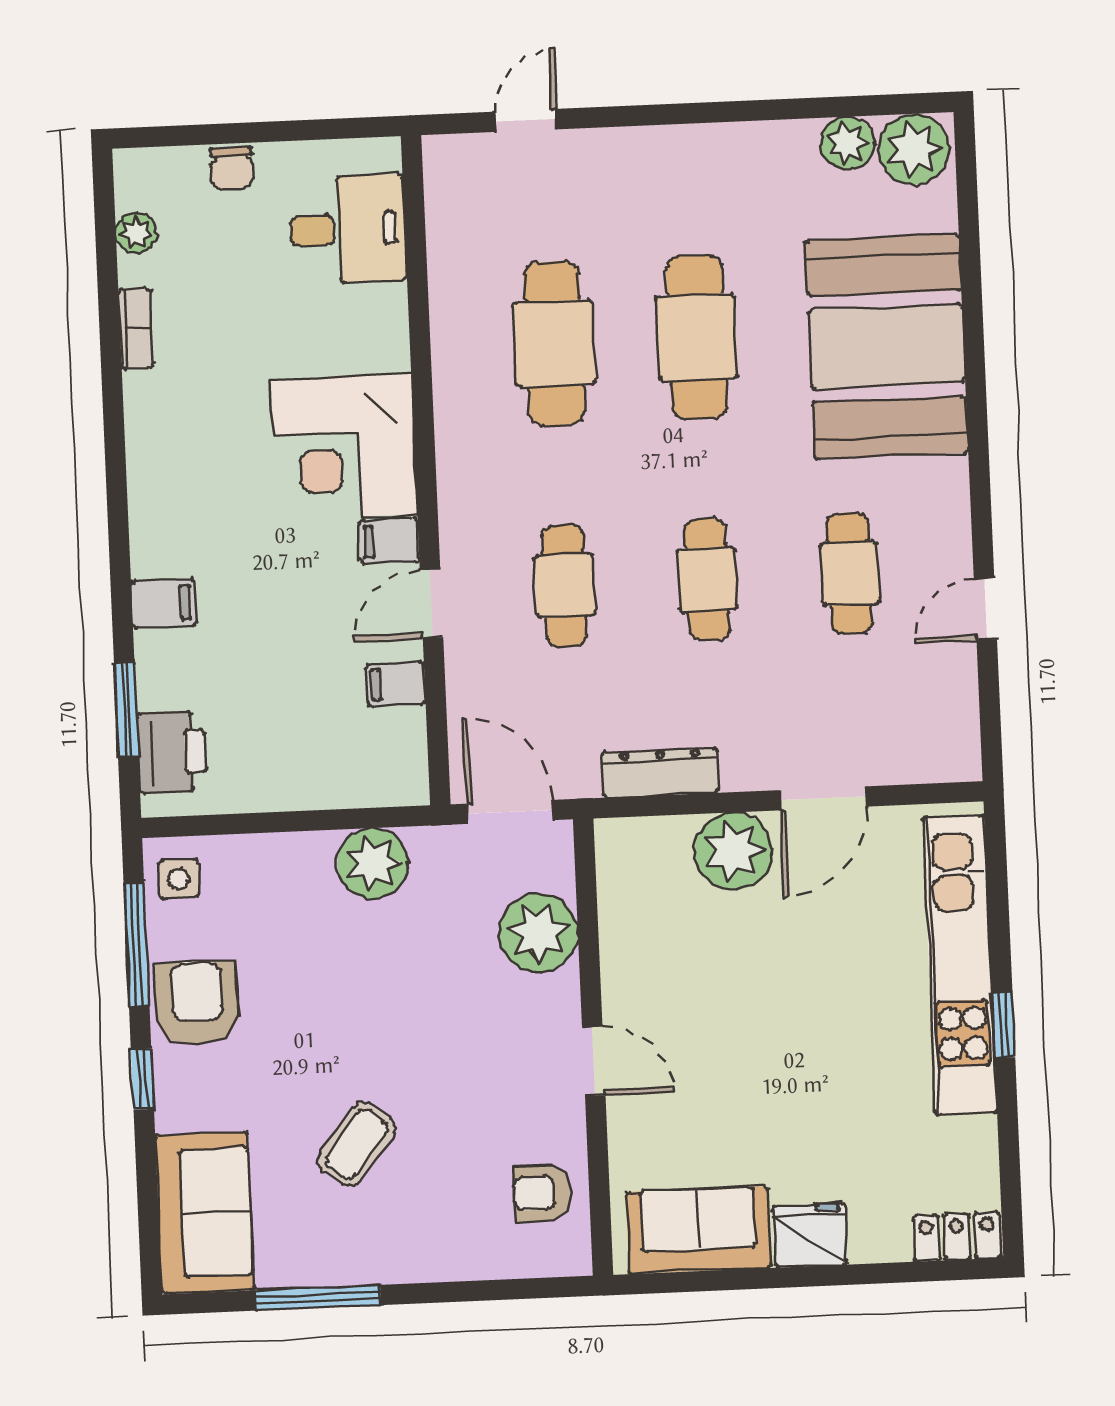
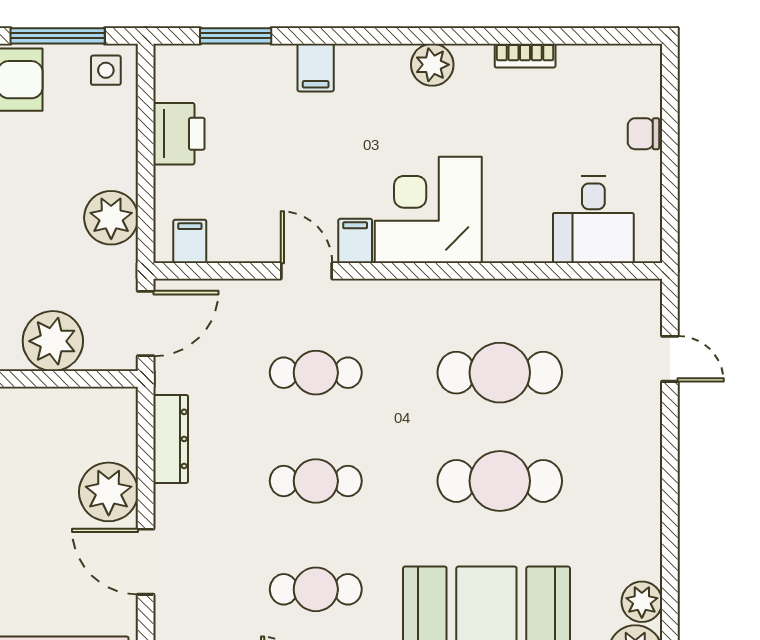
plant: (136, 233) -> (432, 65), moved, width x1.38, depth x1.38
filing cabinet: (396, 684) -> (190, 241), moved
printer: (172, 752) -> (179, 134), moved, turned -90

